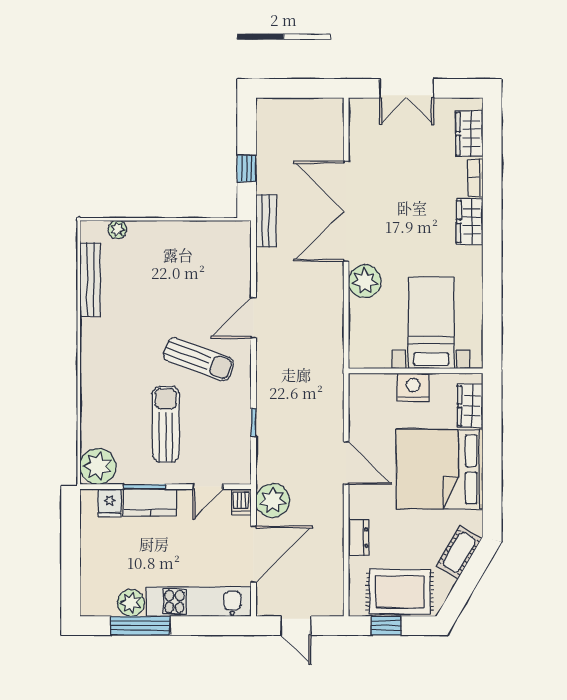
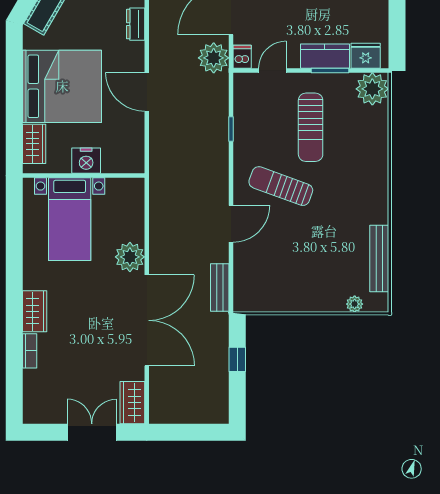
wardrobe: (469, 134) -> (132, 403), moved, turned 180
bench: (266, 221) -> (220, 288), moved
fridge: (110, 503) -> (366, 56), width x1.38

